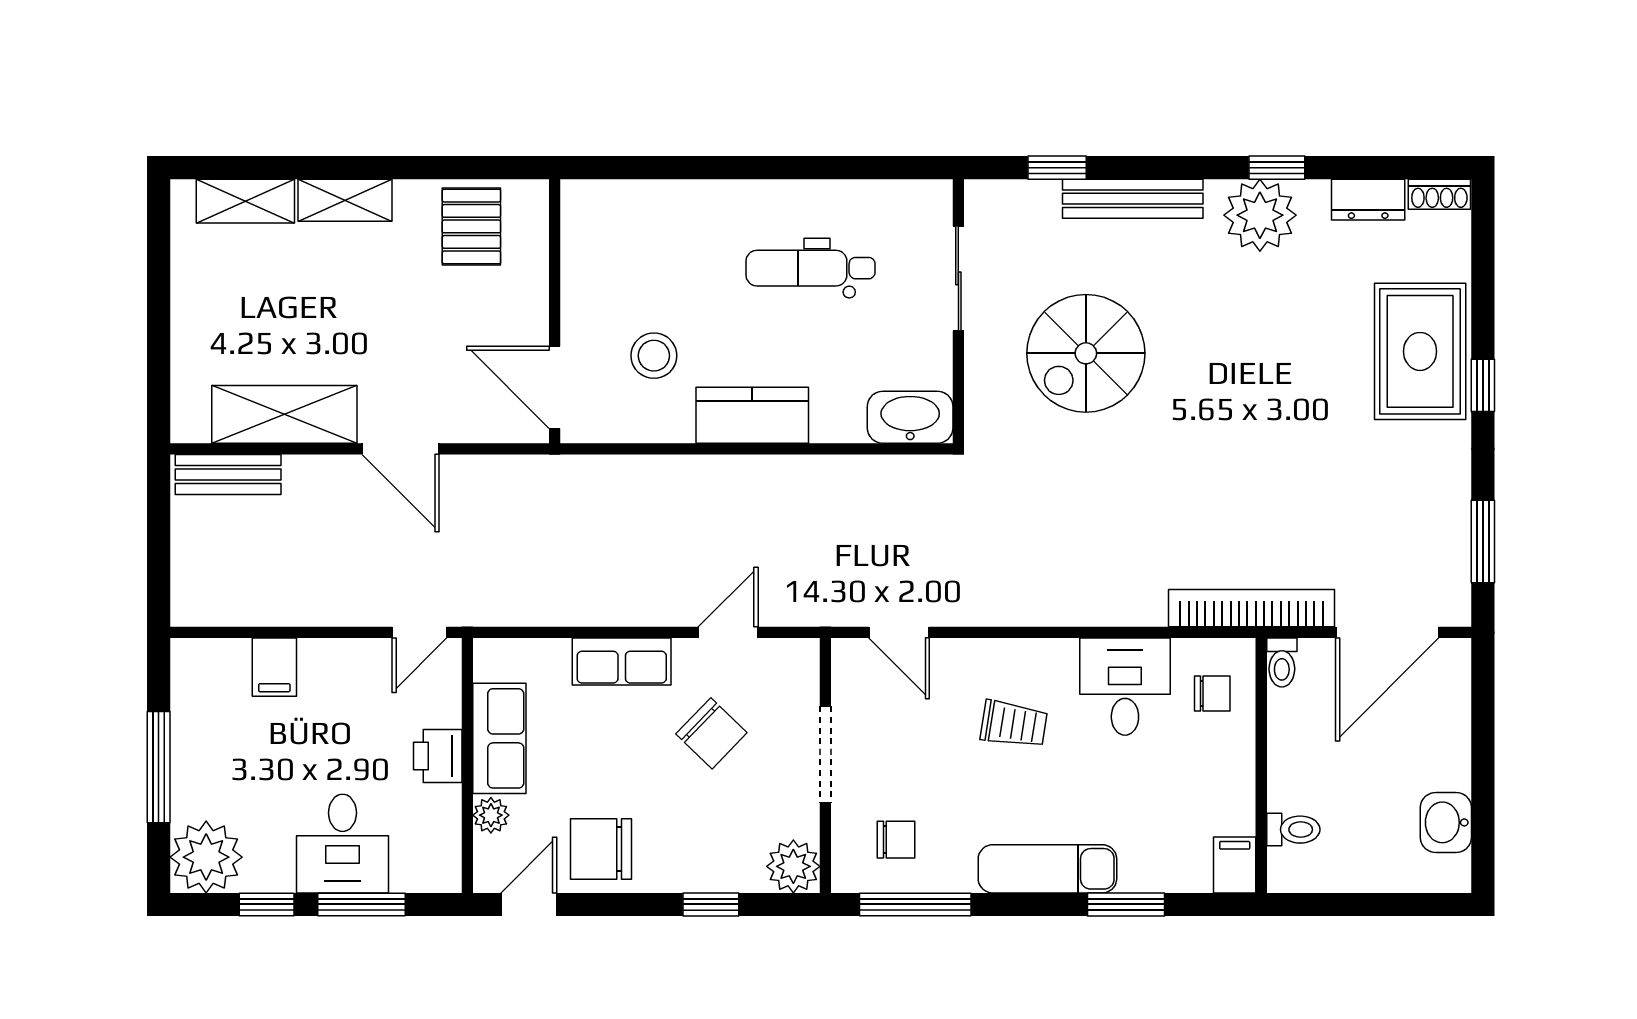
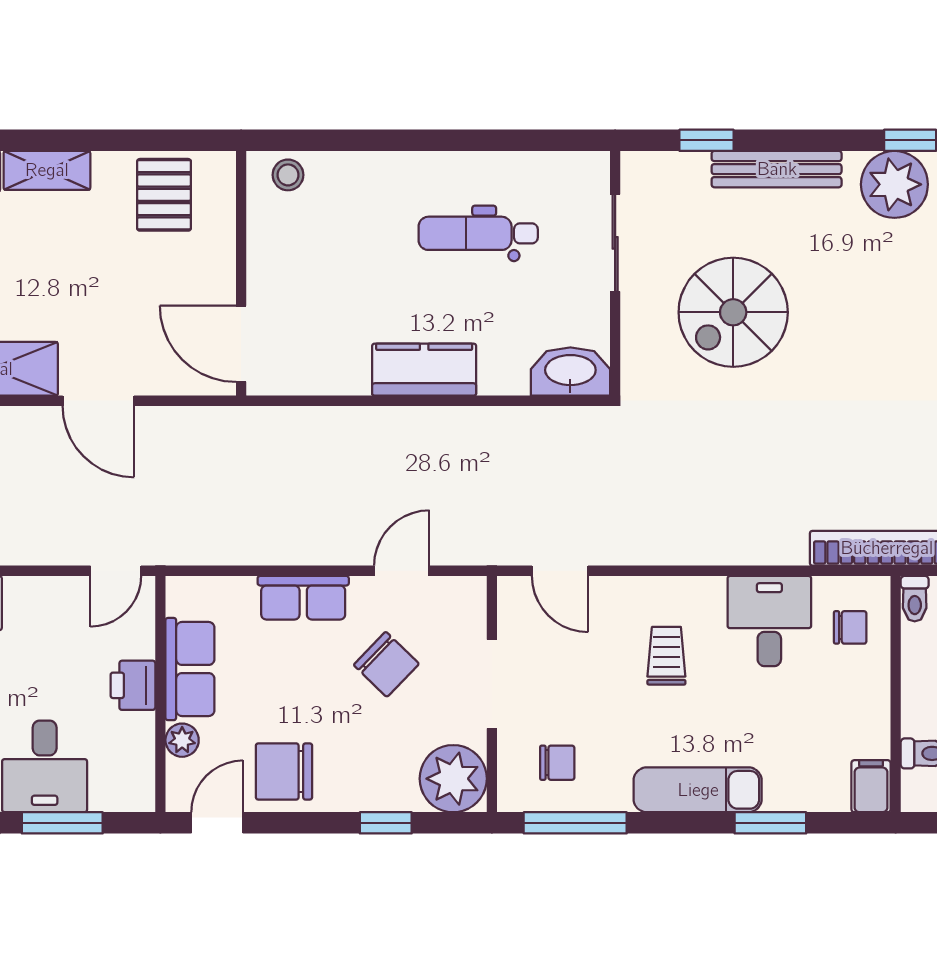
stool: (654, 356) -> (288, 175), moved, width x0.73, depth x0.73
trolley: (1014, 724) -> (666, 656), turned -99
plant: (793, 866) -> (453, 779), width x1.36, depth x1.36

